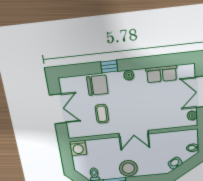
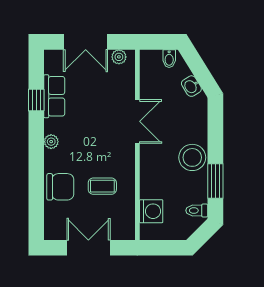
window: (109, 67) -> (36, 100), moved
chair: (97, 85) -> (60, 187), turned 90
double door: (134, 134) -> (137, 121), moved
washing machine: (78, 148) -> (151, 211), moved

